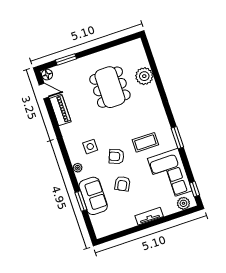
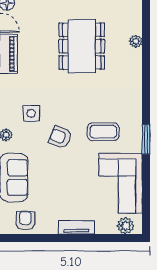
plant: (144, 76) -> (136, 41), width x0.53, depth x0.53
armchair: (122, 184) -> (25, 221), moved, turned 153
window: (195, 189) -> (146, 212), removed

